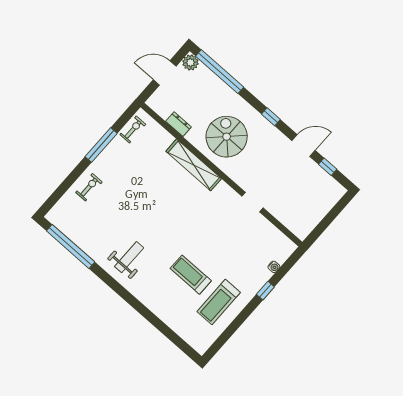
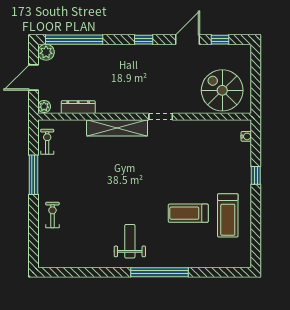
plant: (154, 101) -> (44, 106), added
dresser: (178, 124) -> (78, 107), width x1.44
spiral stairs: (227, 137) -> (222, 90), moved
doorway: (253, 202) -> (161, 117), moved
window: (71, 246) -> (159, 272), moved
water cooler: (274, 267) -> (246, 136), moved

